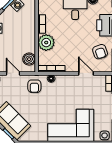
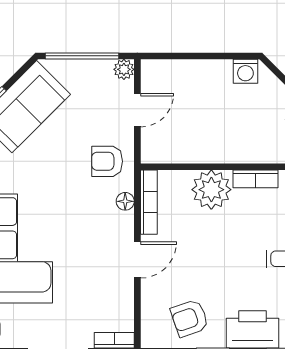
boiler: (29, 59) -> (172, 149), removed
door: (86, 73) -> (137, 260), moved

